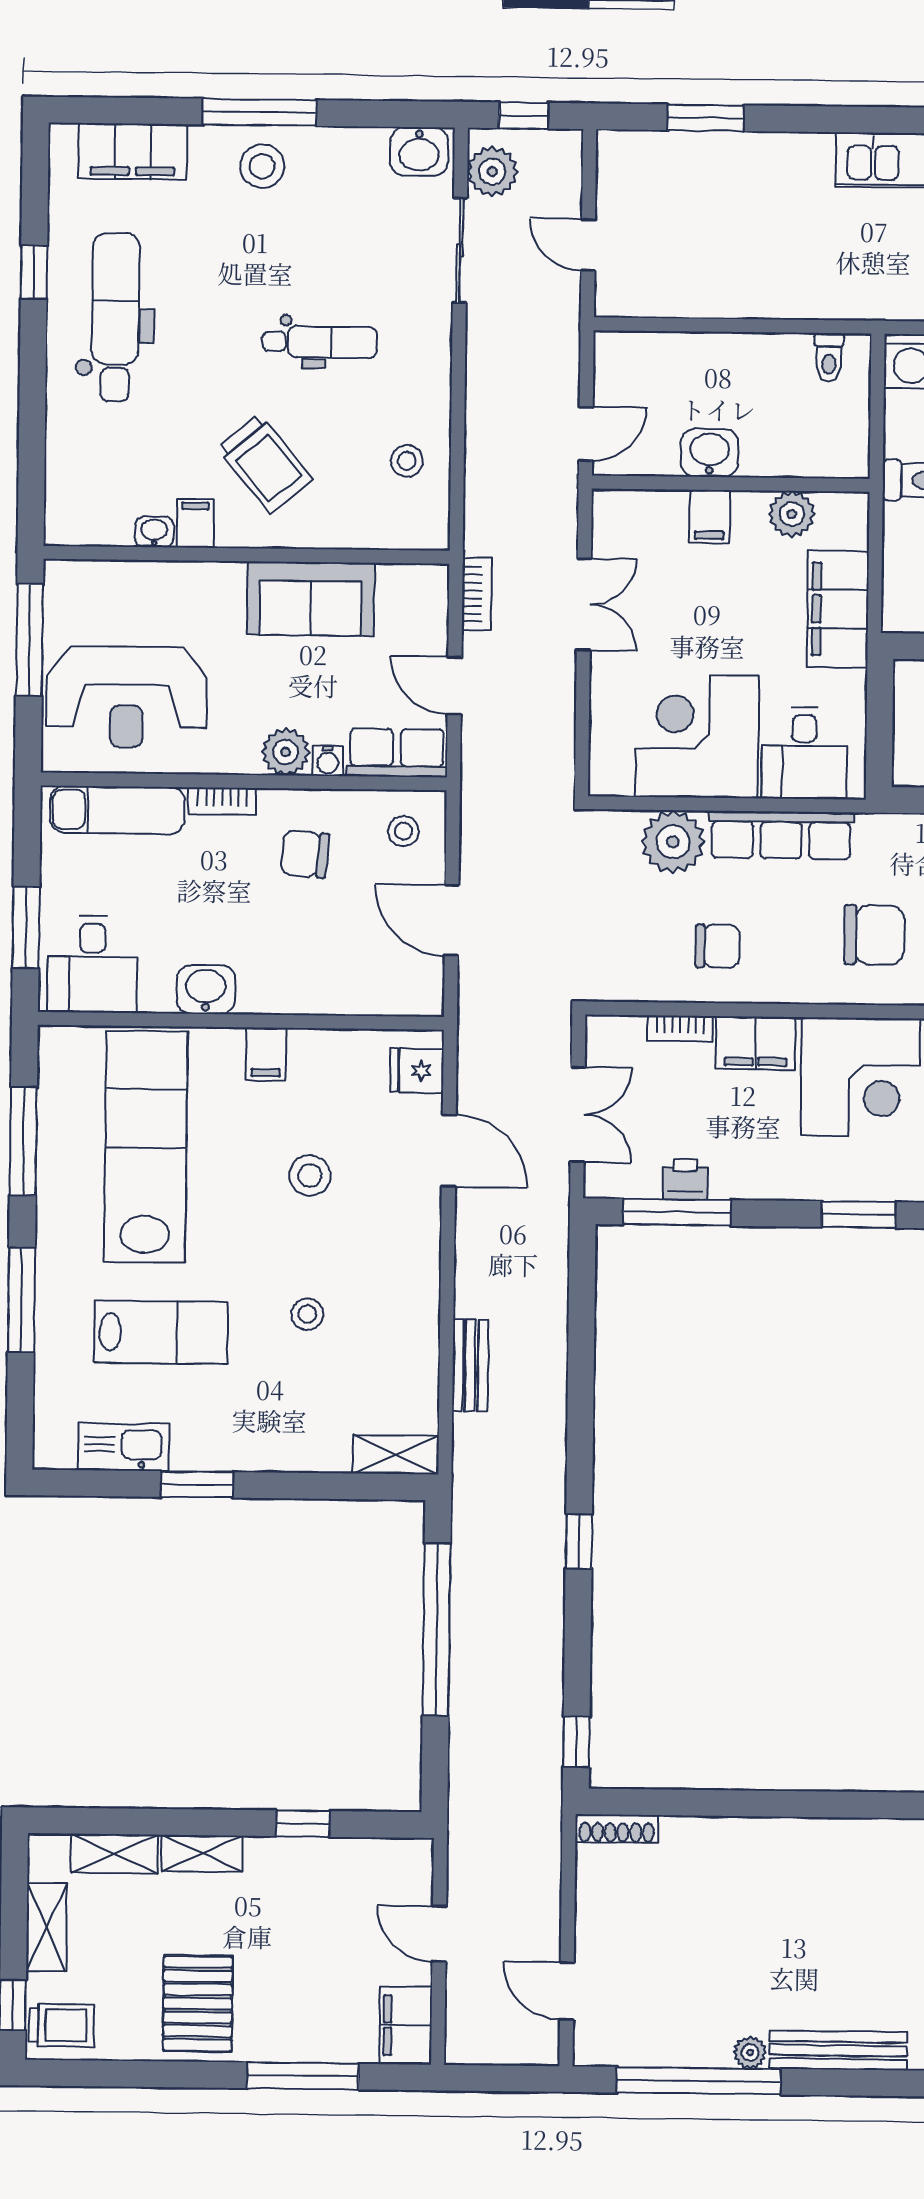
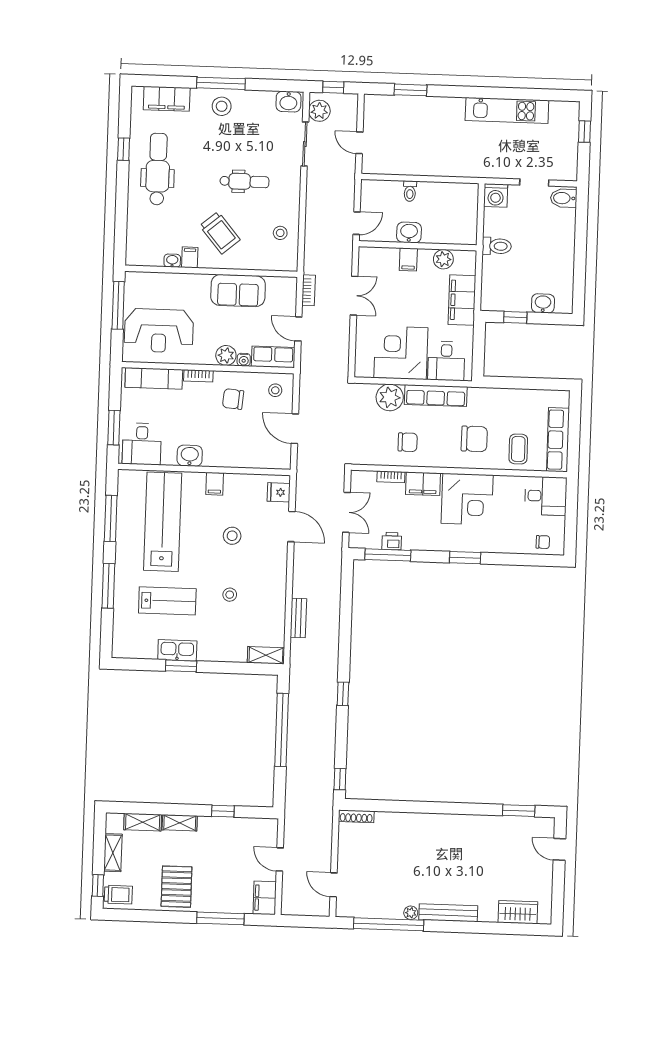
toilet: (829, 357) -> (410, 191), moved
kitchen sink: (124, 1447) -> (177, 650), moved

